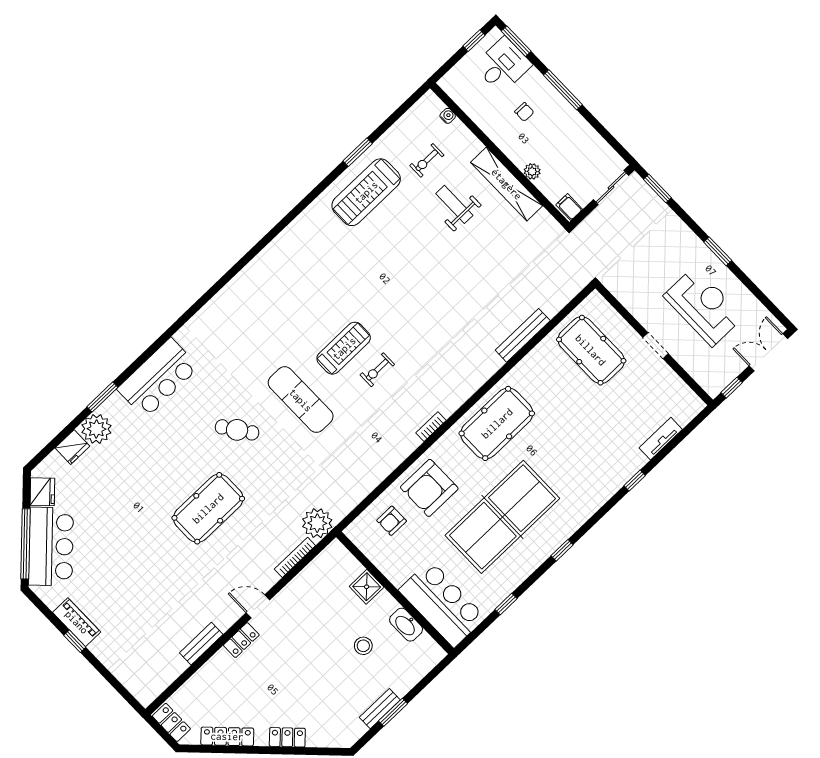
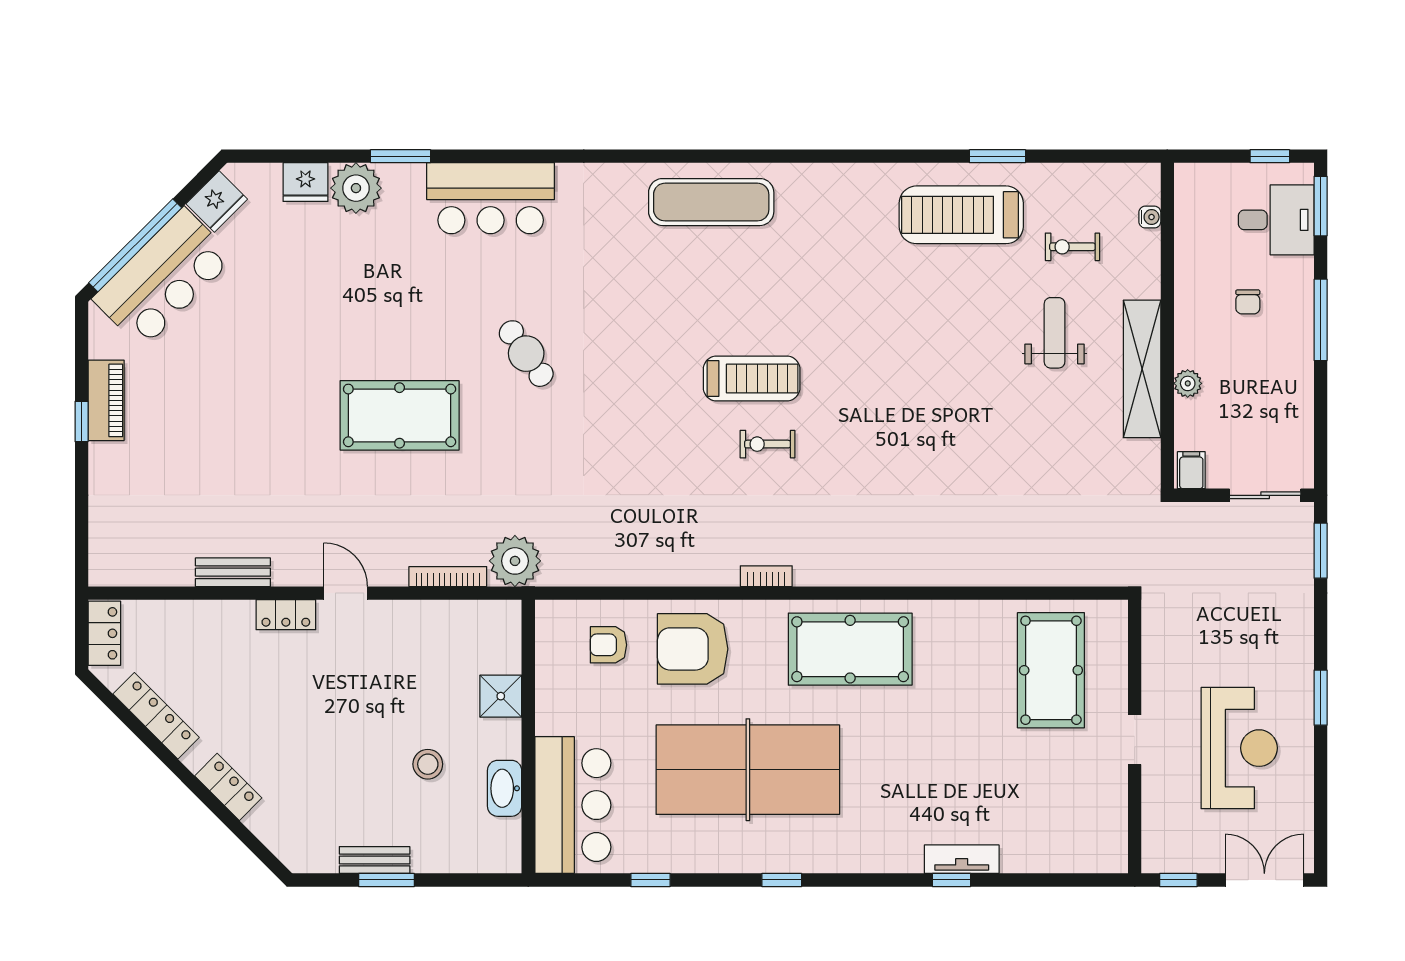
bench: (523, 335) -> (985, 572), removed
exercise mat: (301, 400) -> (711, 202), moved, turned 90
tv unit: (661, 439) -> (962, 859), moved

